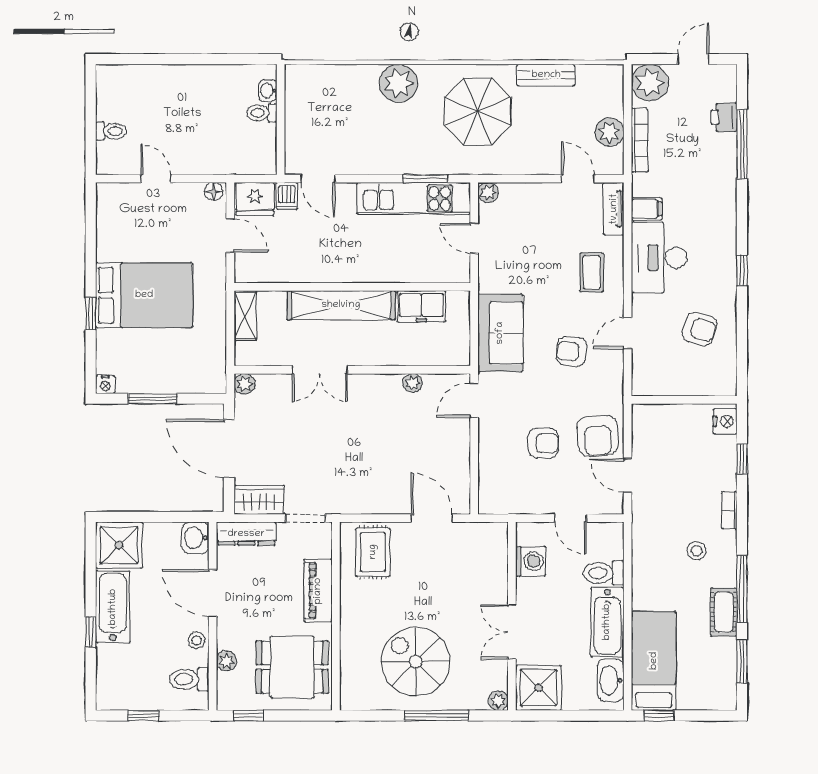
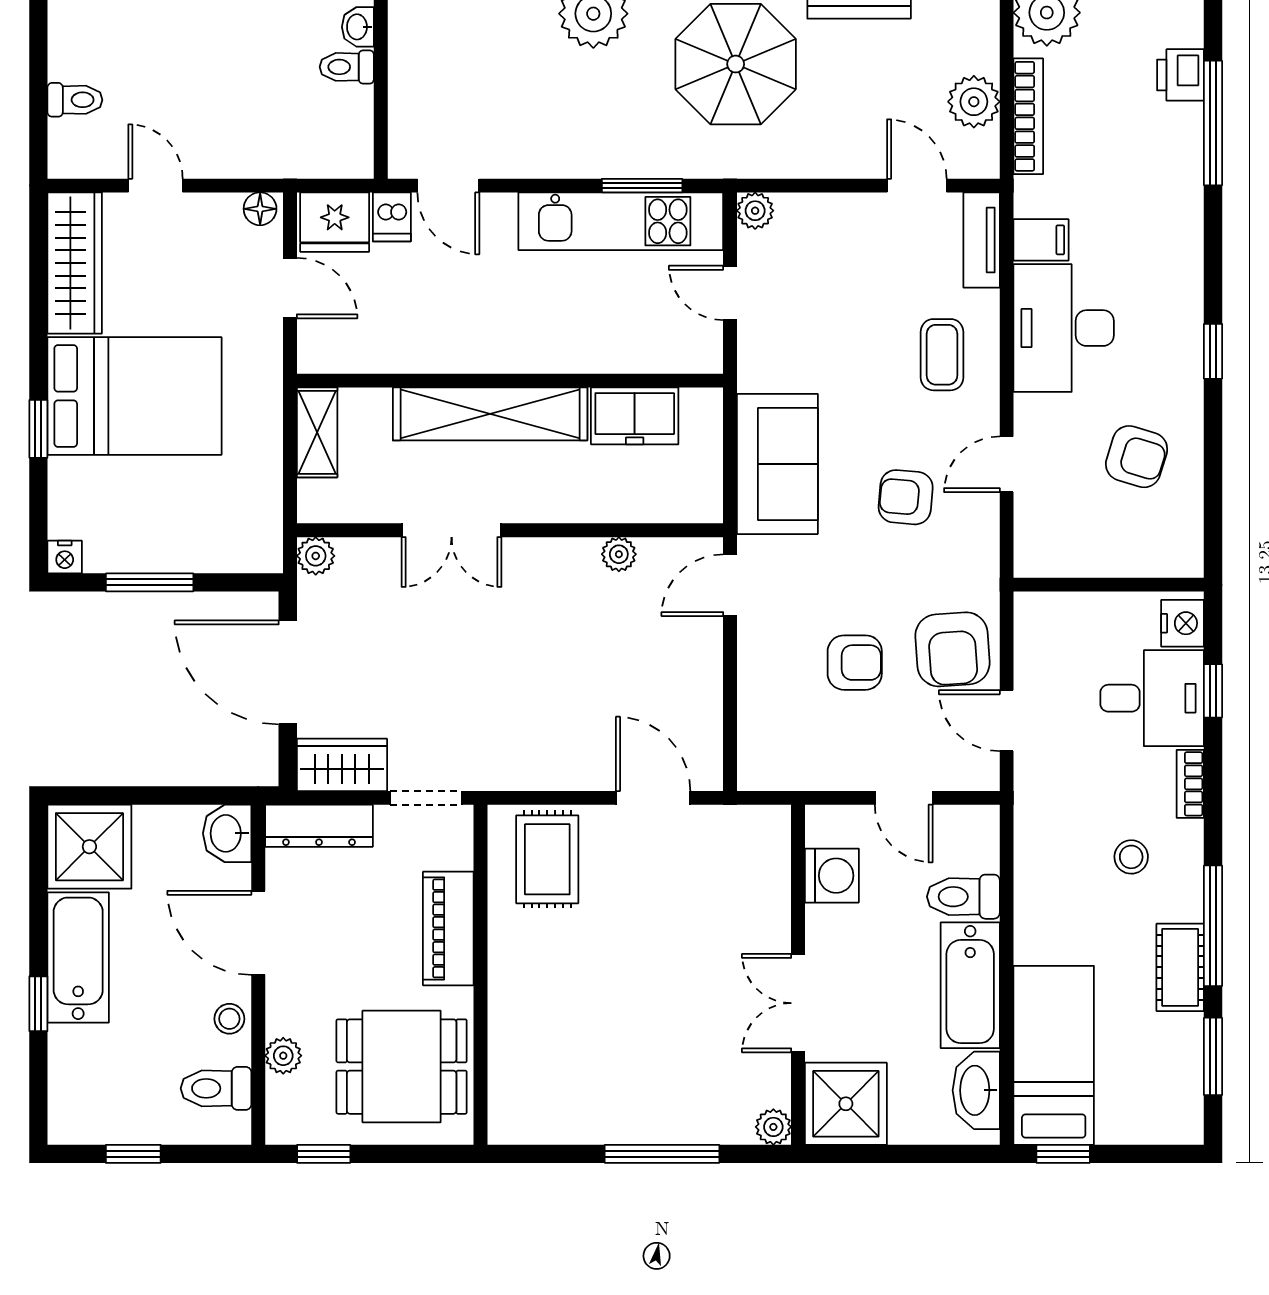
wardrobe: (111, 222) -> (75, 263), added
desk: (708, 463) -> (1152, 698), added
spiral stairs: (416, 662) -> (624, 1057), removed

